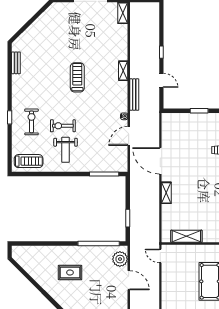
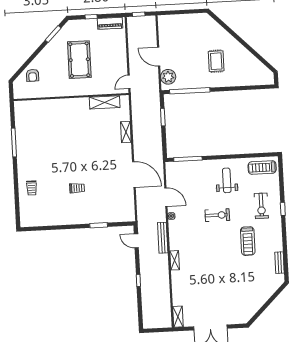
treadmill: (77, 77) -> (248, 241), moved
door: (161, 80) -> (136, 241), moved
exercise bike: (63, 126) -> (217, 215), moved
door: (129, 136) -> (166, 197), hinge flipped
shelving: (166, 193) -> (126, 132), moved
door: (160, 256) -> (129, 82), swing flipped
rug: (70, 272) -> (216, 61), turned 90

